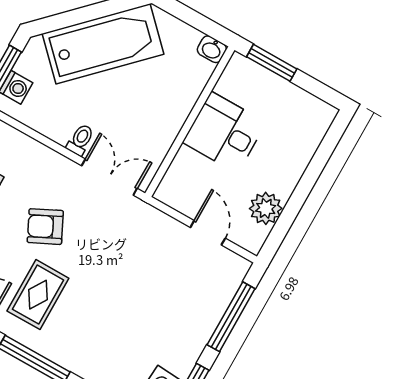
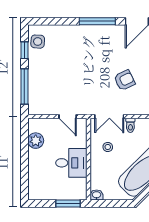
stool: (143, 124) -> (108, 147), added
door: (208, 233) -> (68, 116), moved
rug: (38, 295) -> (111, 50), removed

